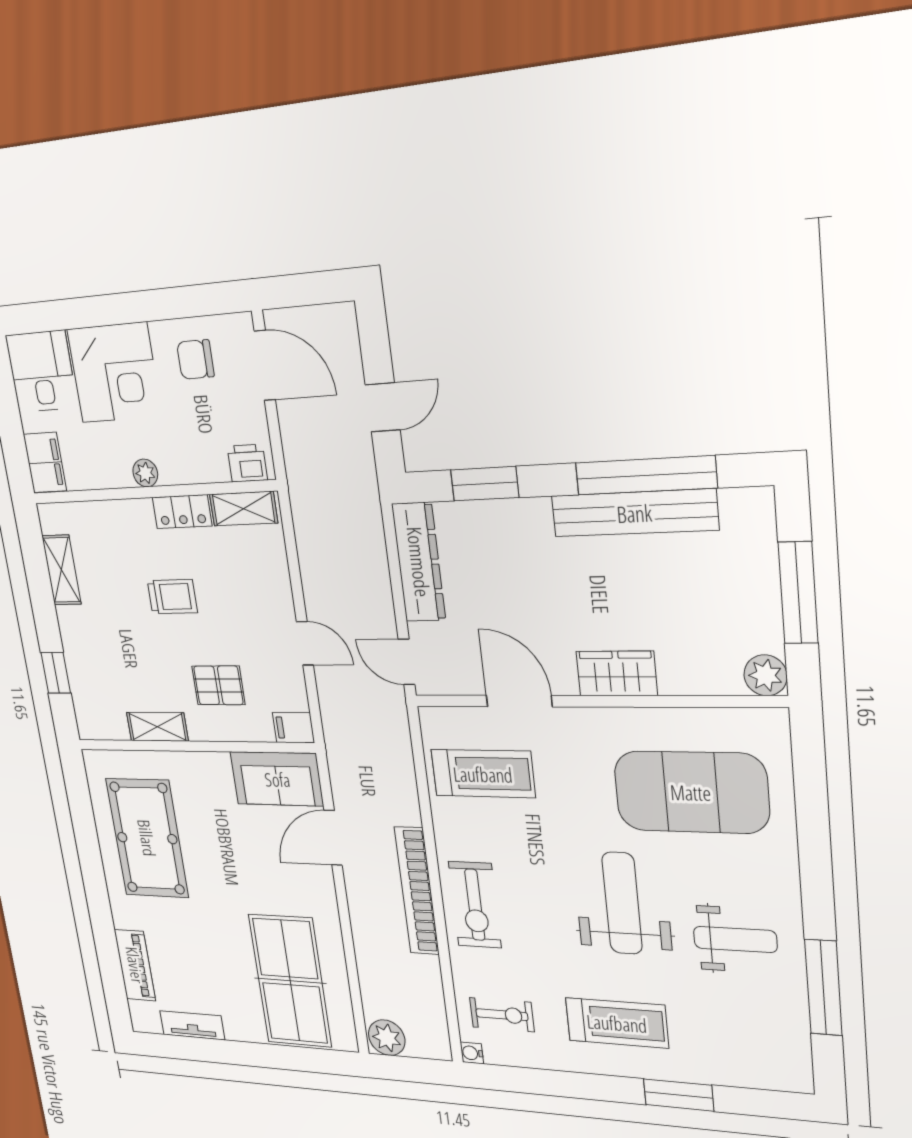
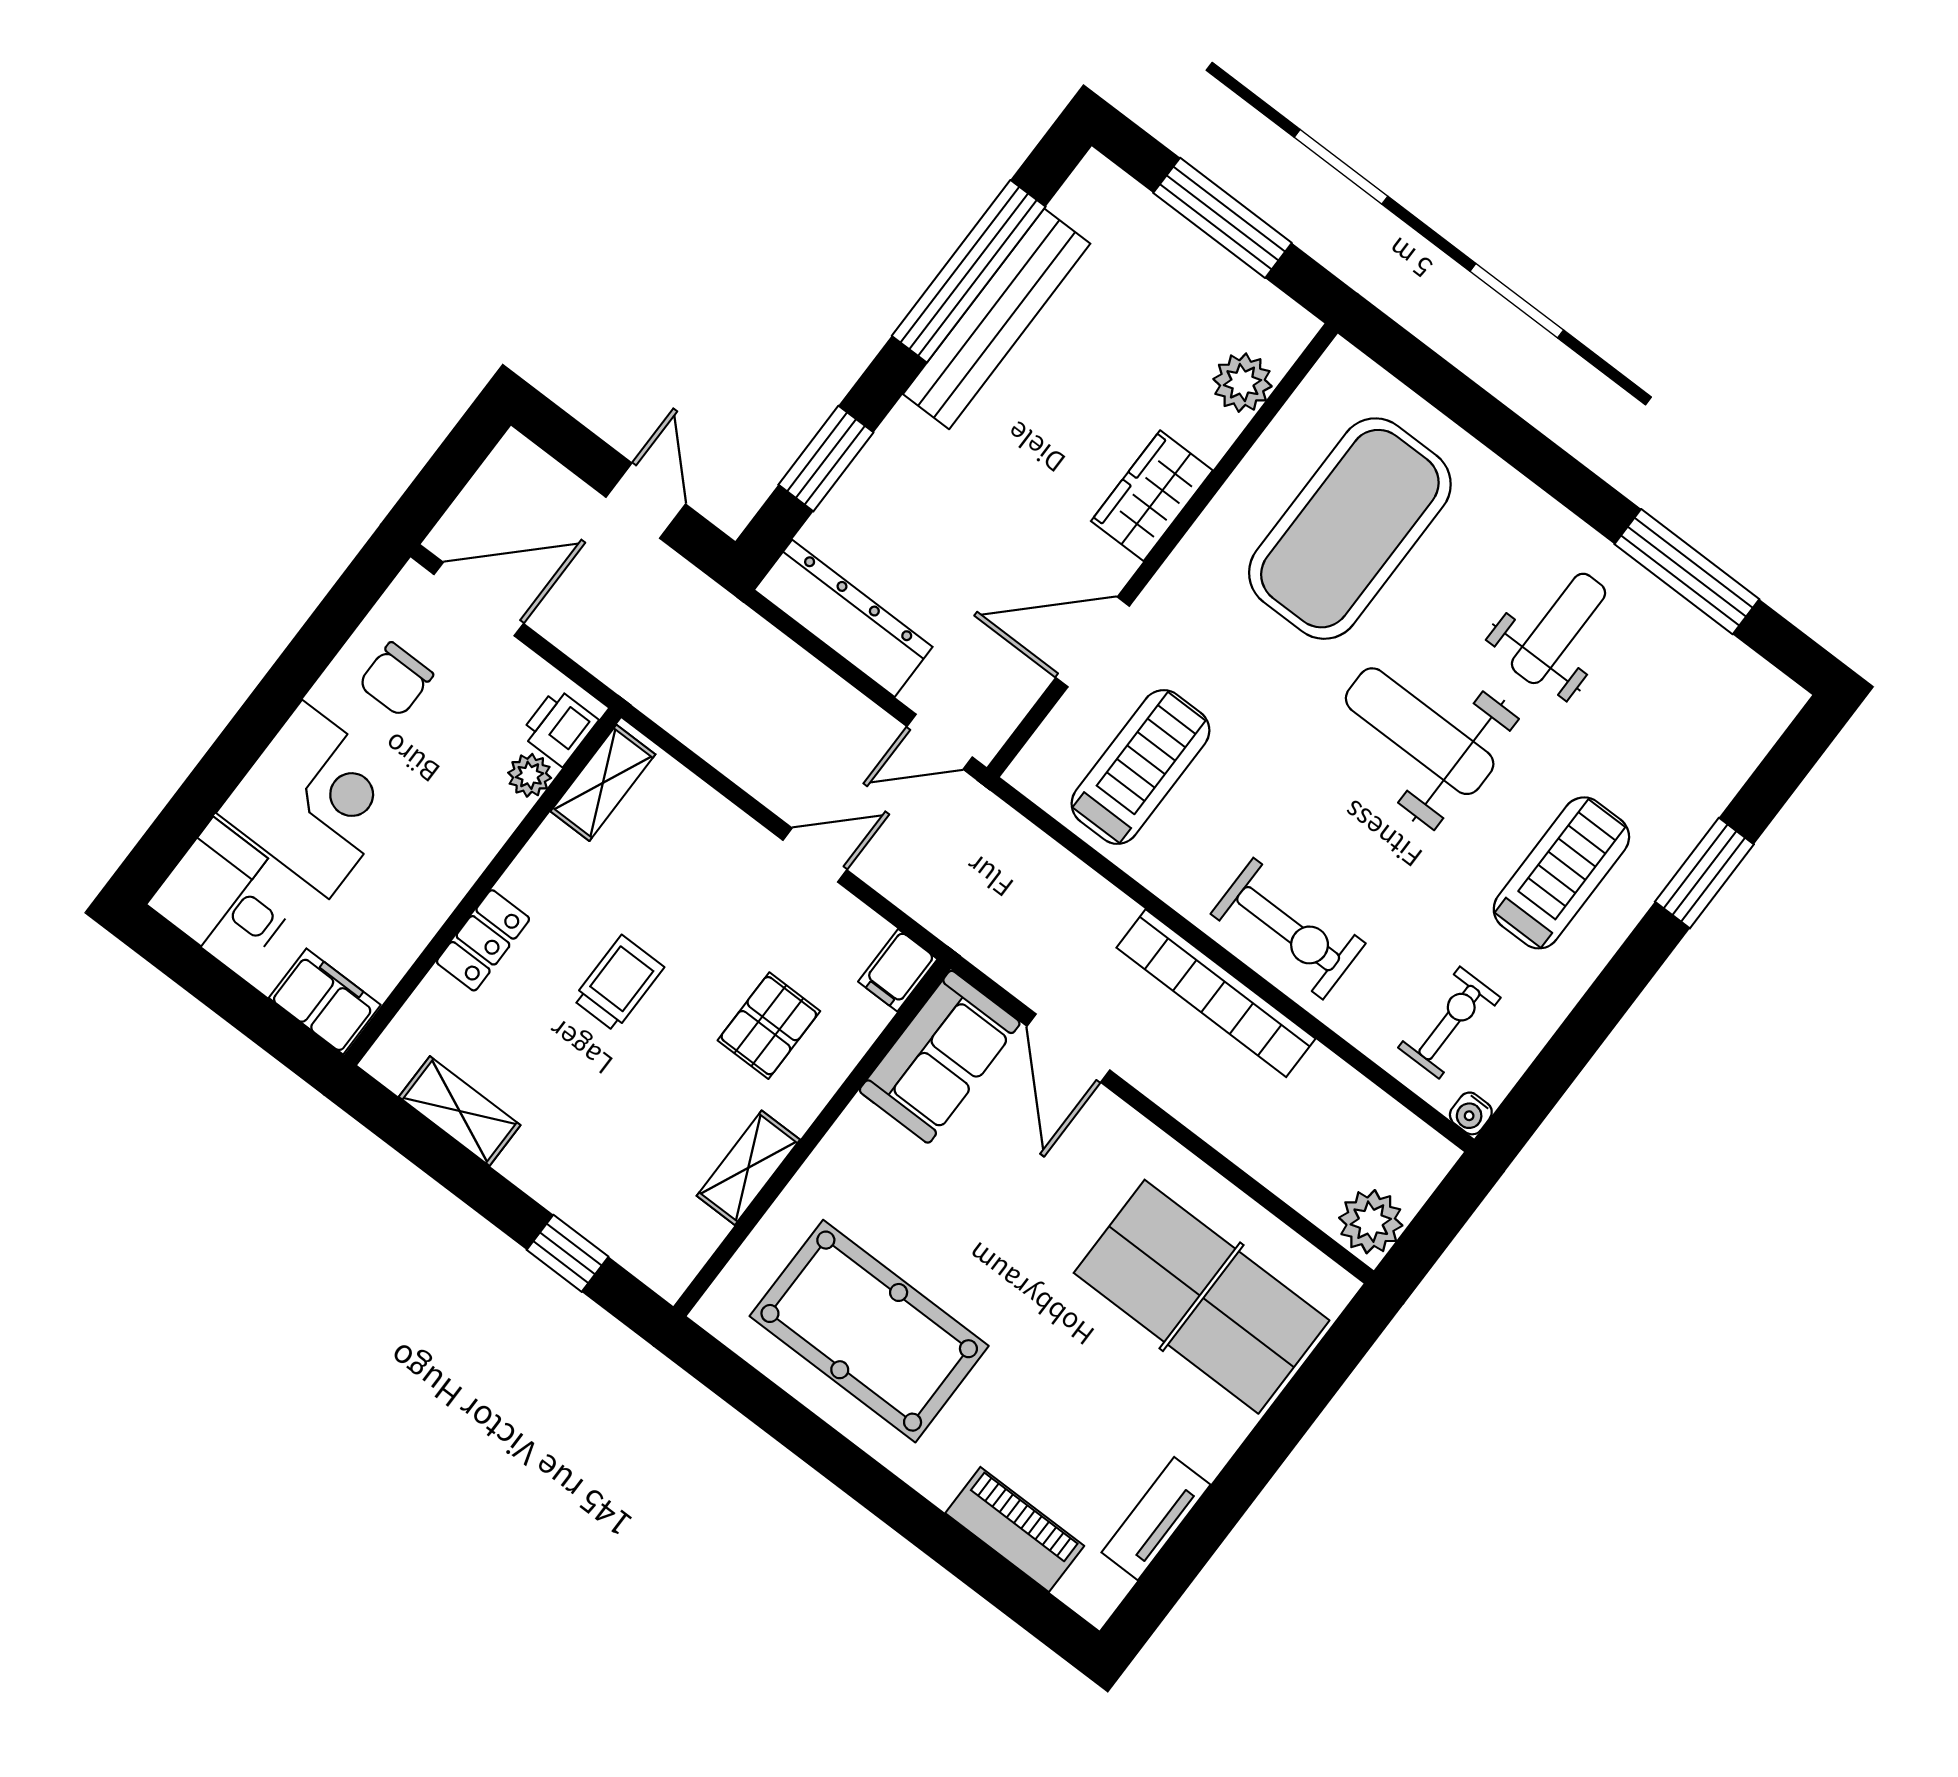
plant: (145, 473) -> (530, 775), moved
locker: (182, 512) -> (483, 940), moved
plant: (766, 675) -> (1242, 383), moved

